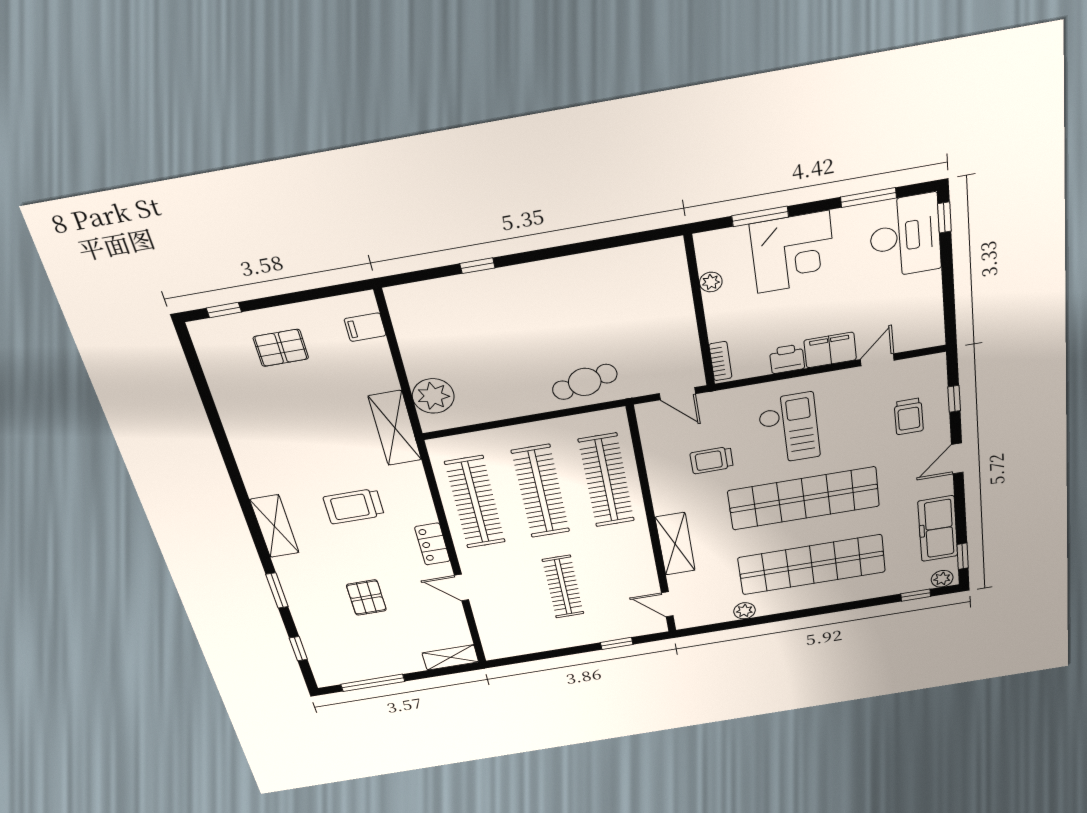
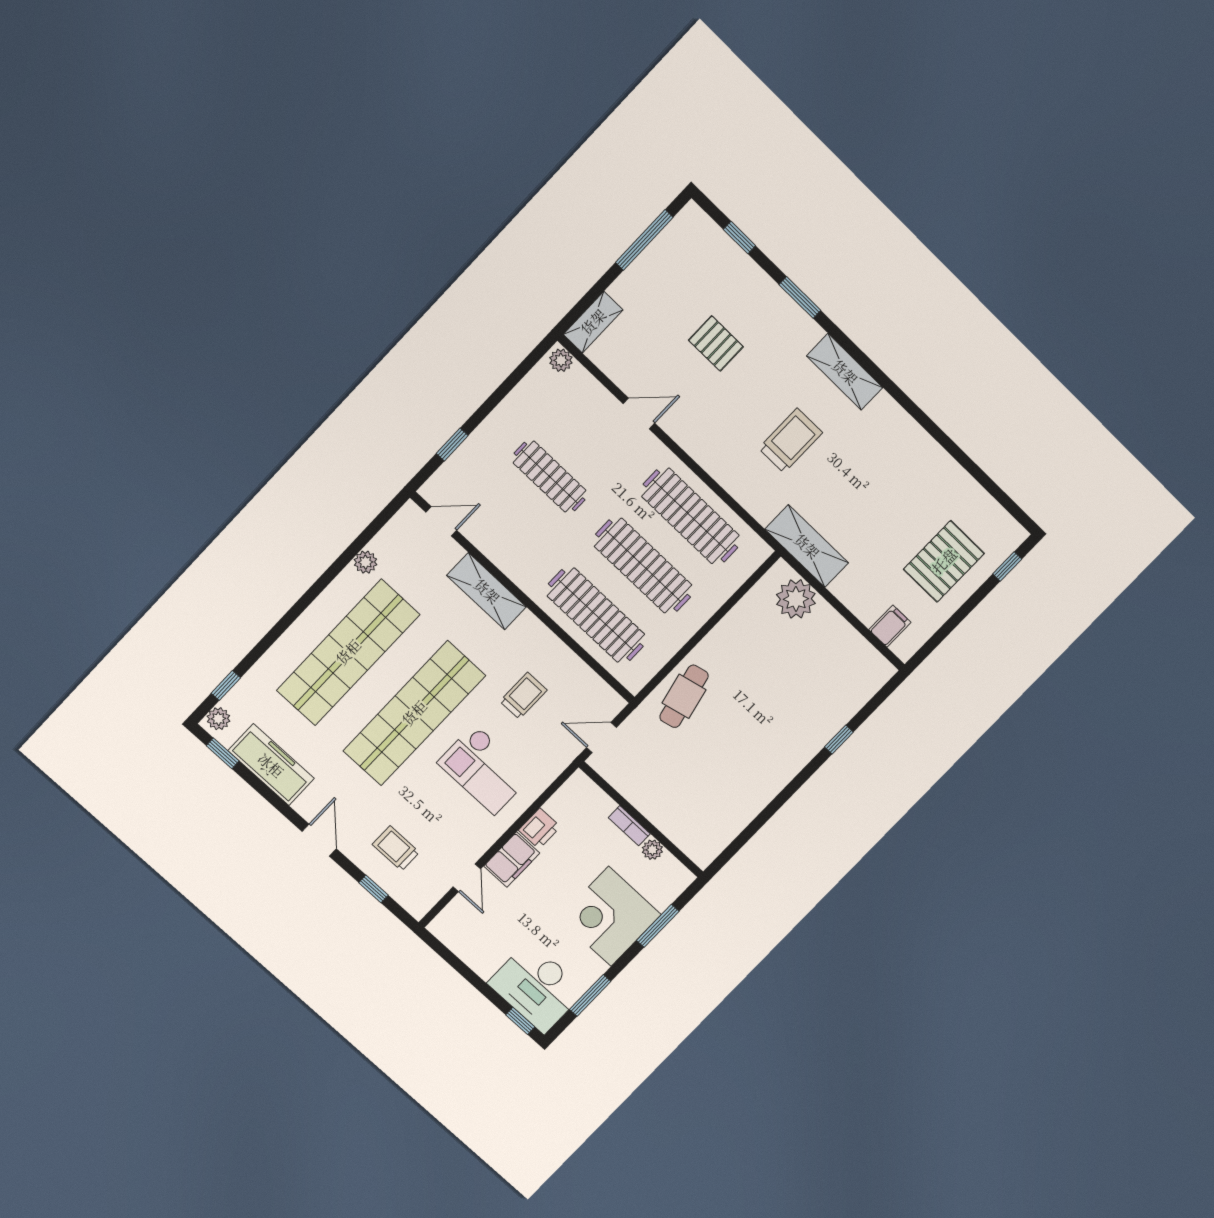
pallet: (281, 348) -> (944, 561), width x1.50, depth x1.42
bookcase: (720, 361) -> (629, 826), moved
locker: (432, 544) -> (697, 445), removed
plant: (493, 649) -> (561, 360), added

